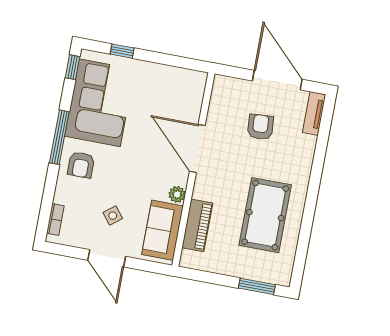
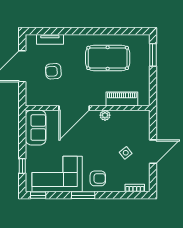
tv unit: (314, 114) -> (50, 39), moved
window: (59, 137) -> (83, 195), width x0.69
sofa: (163, 230) -> (36, 128), moved, turned -90

